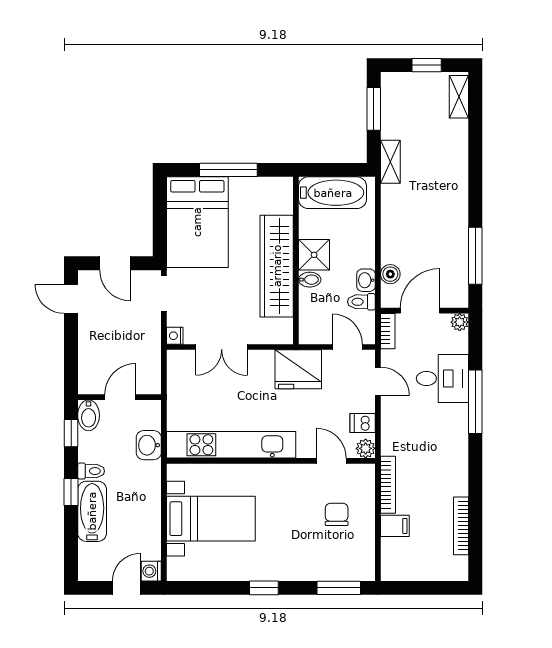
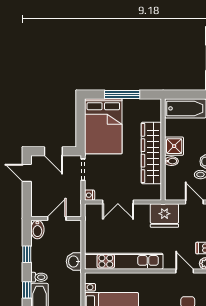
wall: (119, 397) -> (56, 219), moved
door: (120, 397) -> (57, 219), moved
bidet: (89, 415) -> (37, 230), moved

